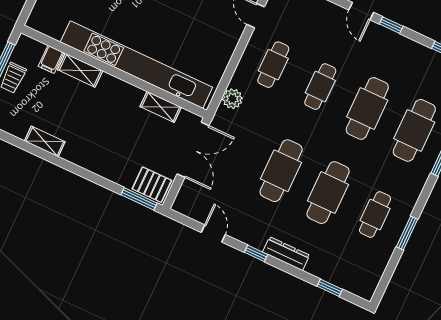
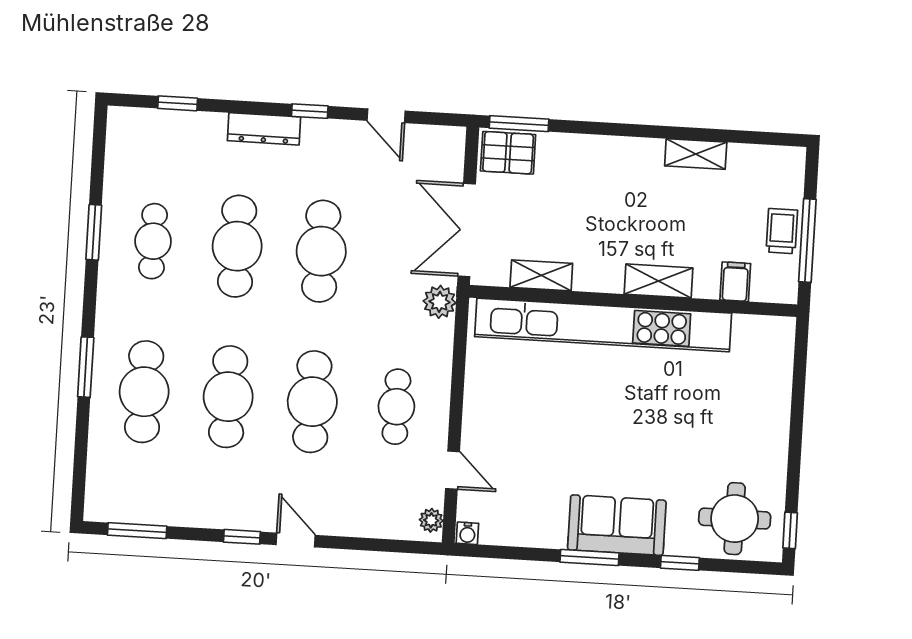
shelving: (80, 70) -> (659, 281), moved
cafe table: (320, 87) -> (312, 402), width x1.37, depth x1.35
plant: (232, 99) -> (440, 302), moved

